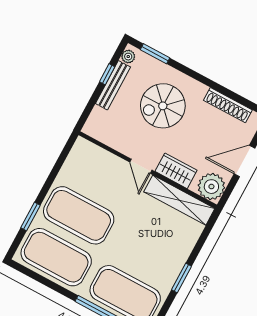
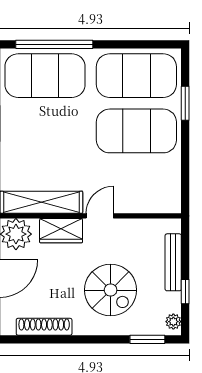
bench: (113, 85) -> (173, 262), moved
spiral stairs: (163, 106) -> (111, 290), turned 90
door: (141, 166) -> (100, 216), hinge flipped

